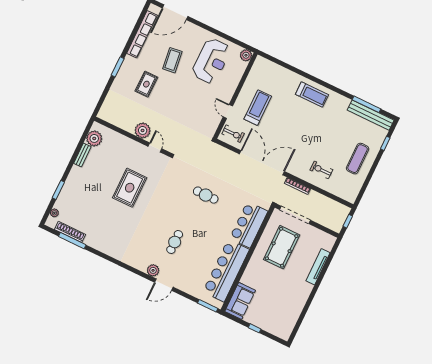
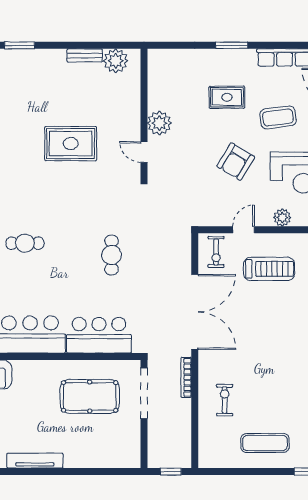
plant: (232, 86) -> (282, 218), added
armchair: (186, 97) -> (236, 162), added
door: (155, 147) -> (144, 152), swing flipped
tv unit: (318, 267) -> (35, 461), moved

